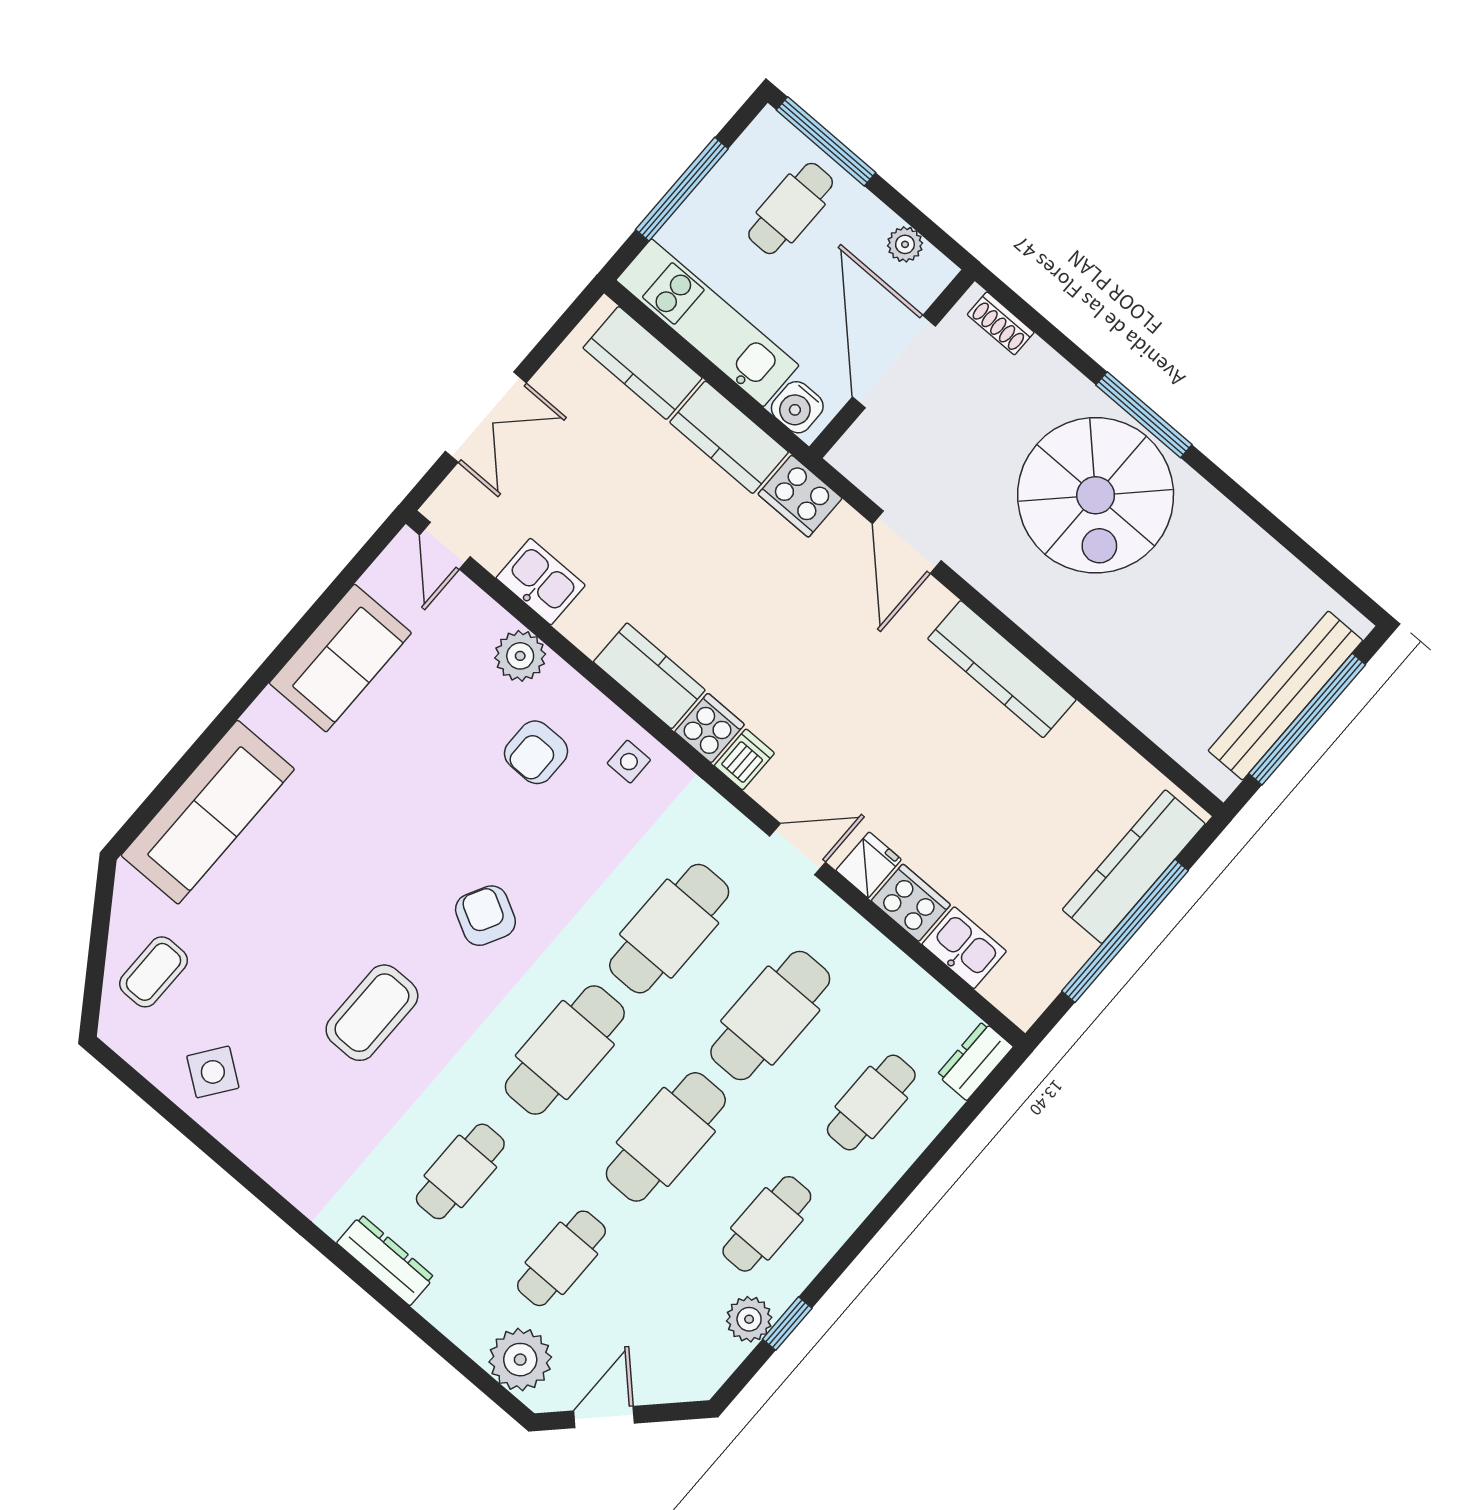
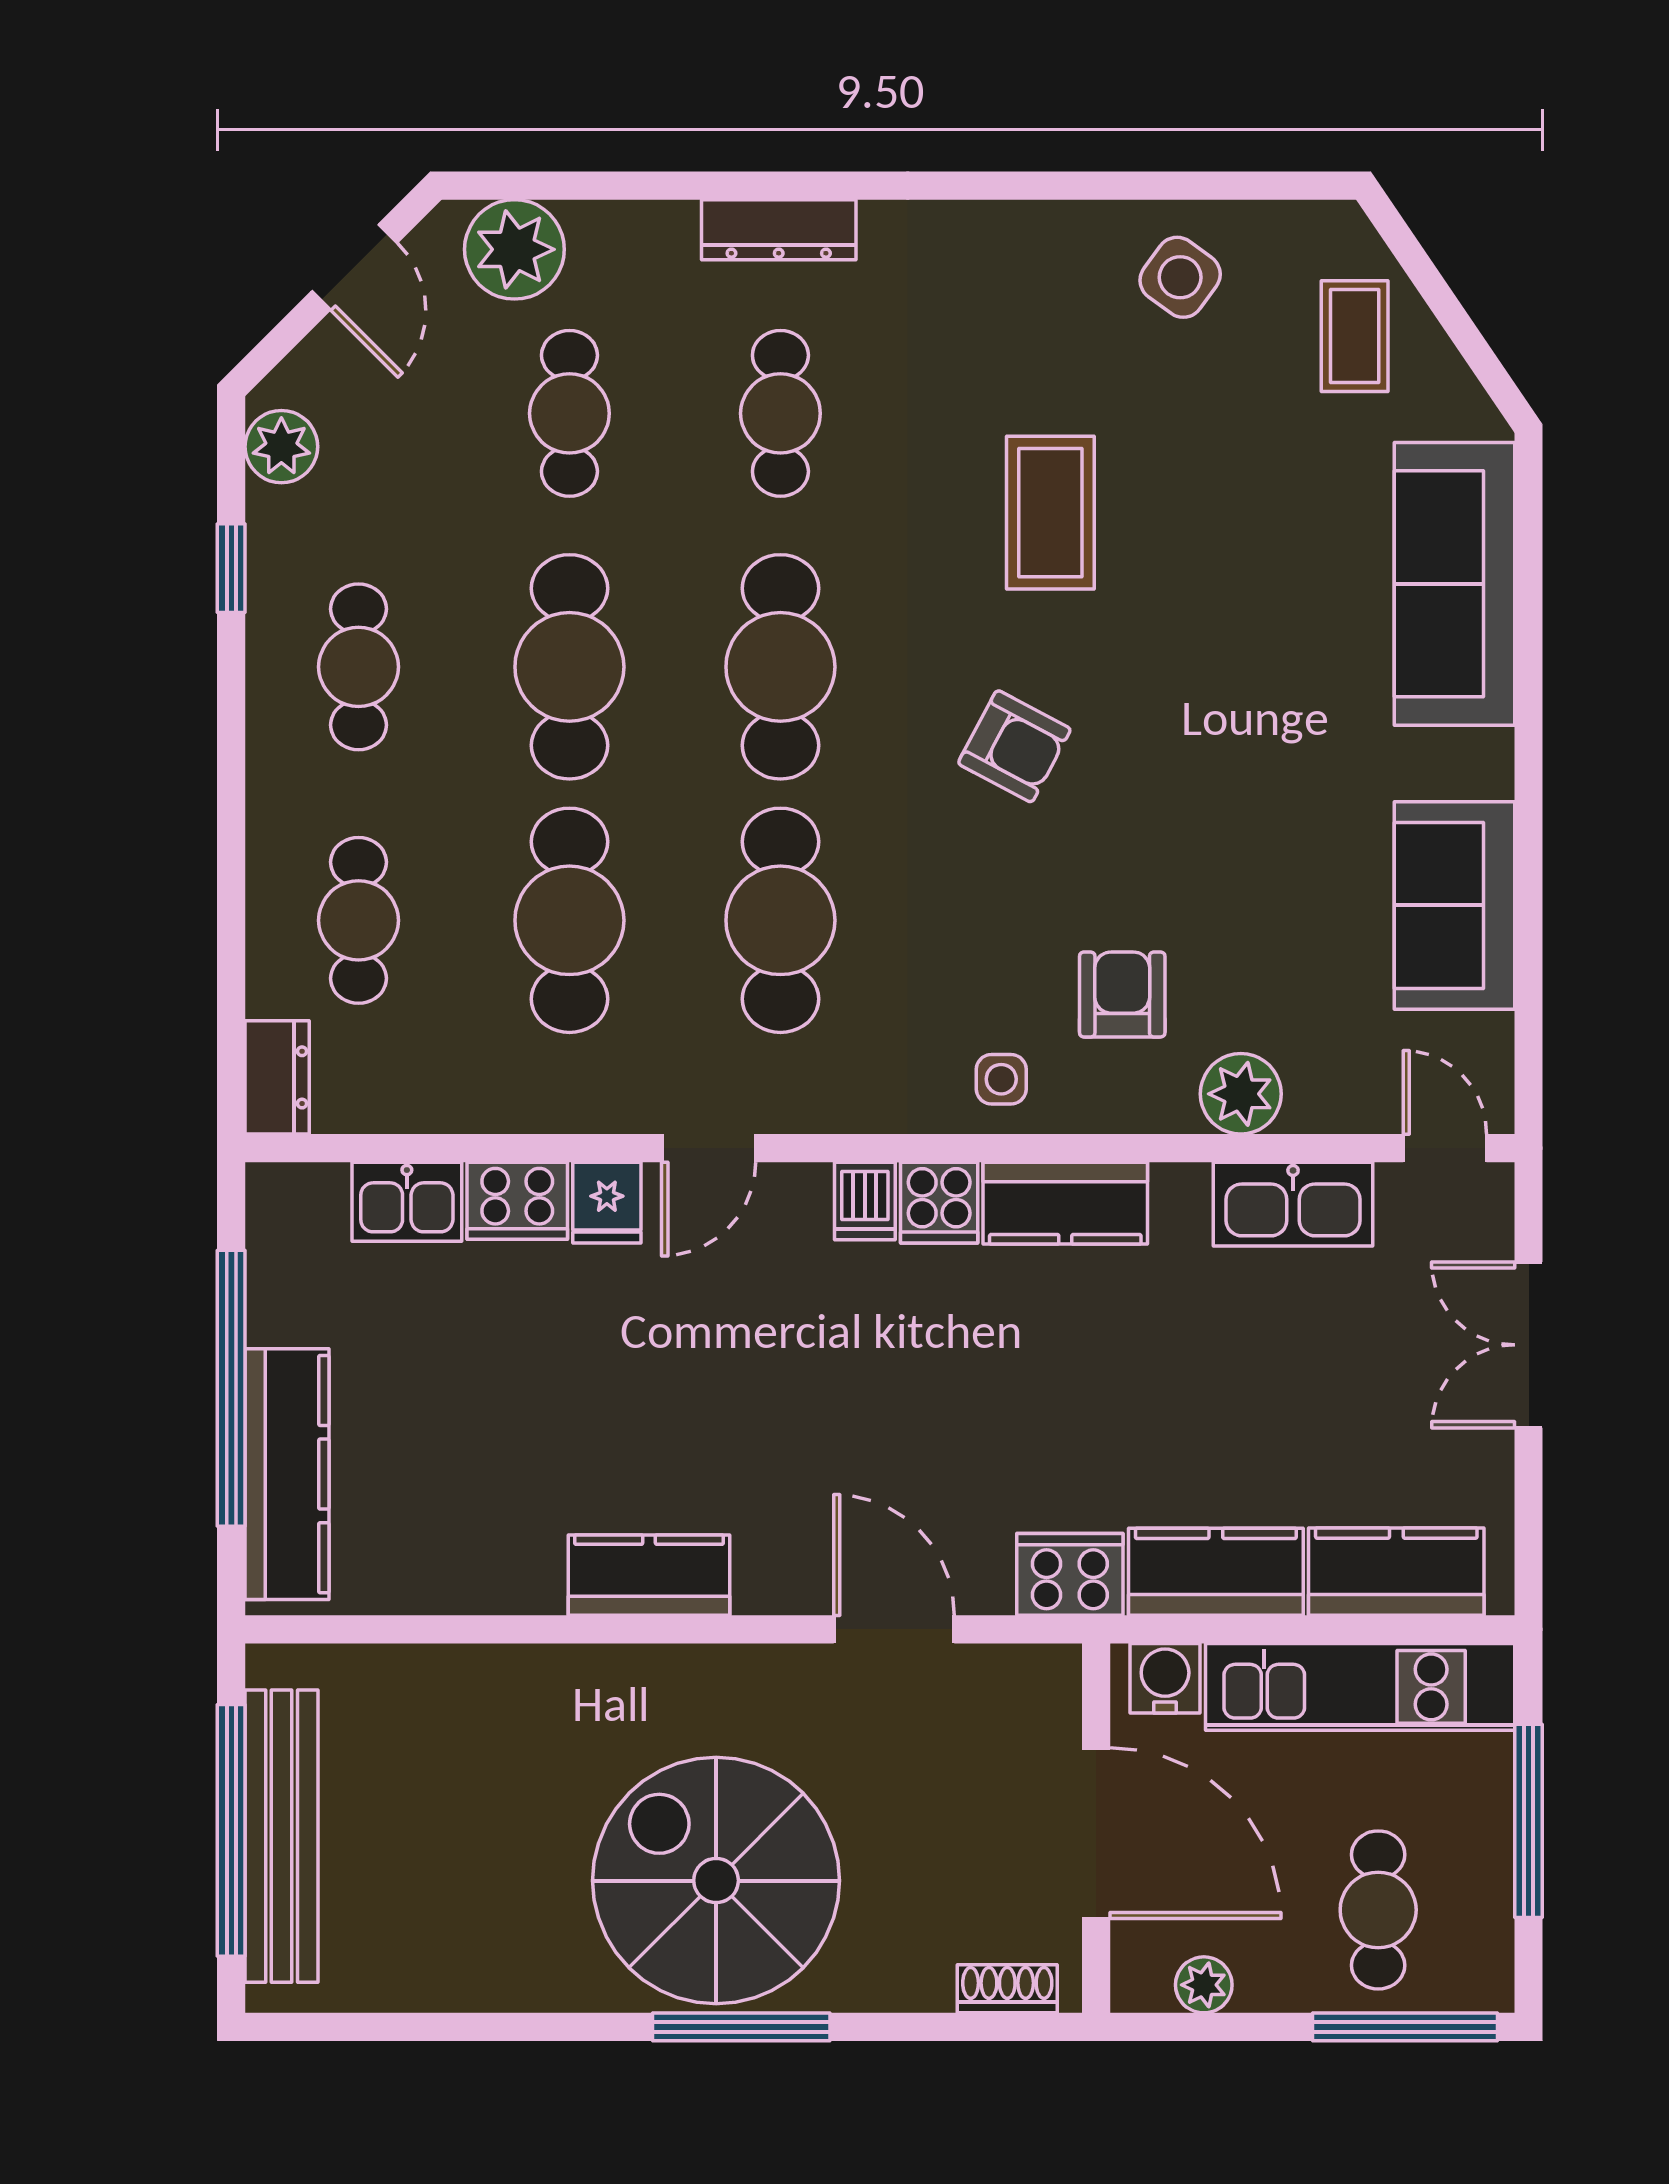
kitchen sink: (541, 582) -> (1293, 1204), width x1.38
kitchen counter: (1002, 669) -> (649, 1575), width x0.67
plant: (749, 1319) -> (281, 447), moved

